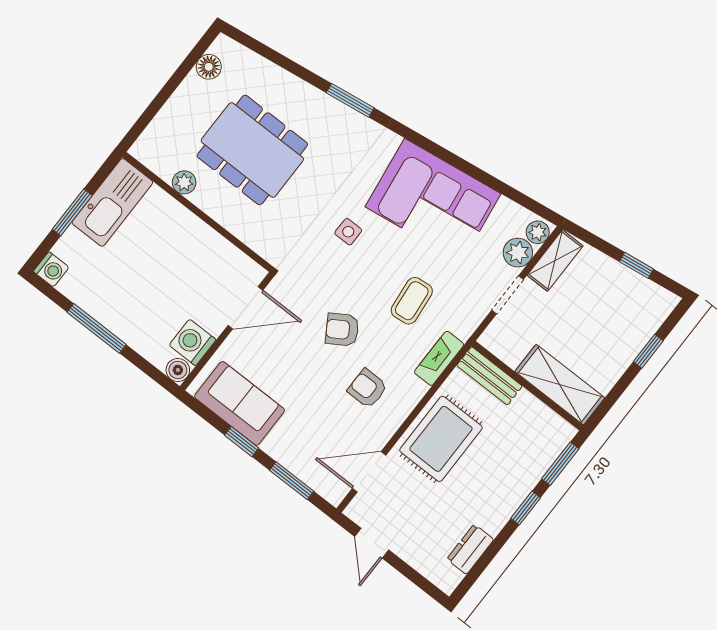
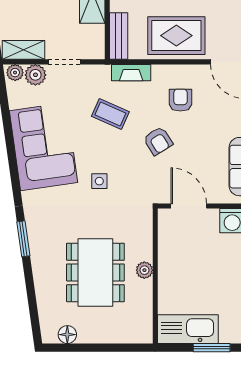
plant: (184, 182) -> (144, 270), moved
coffee table: (412, 301) -> (110, 114), turned 30
armchair: (367, 389) -> (180, 100), turned 180

